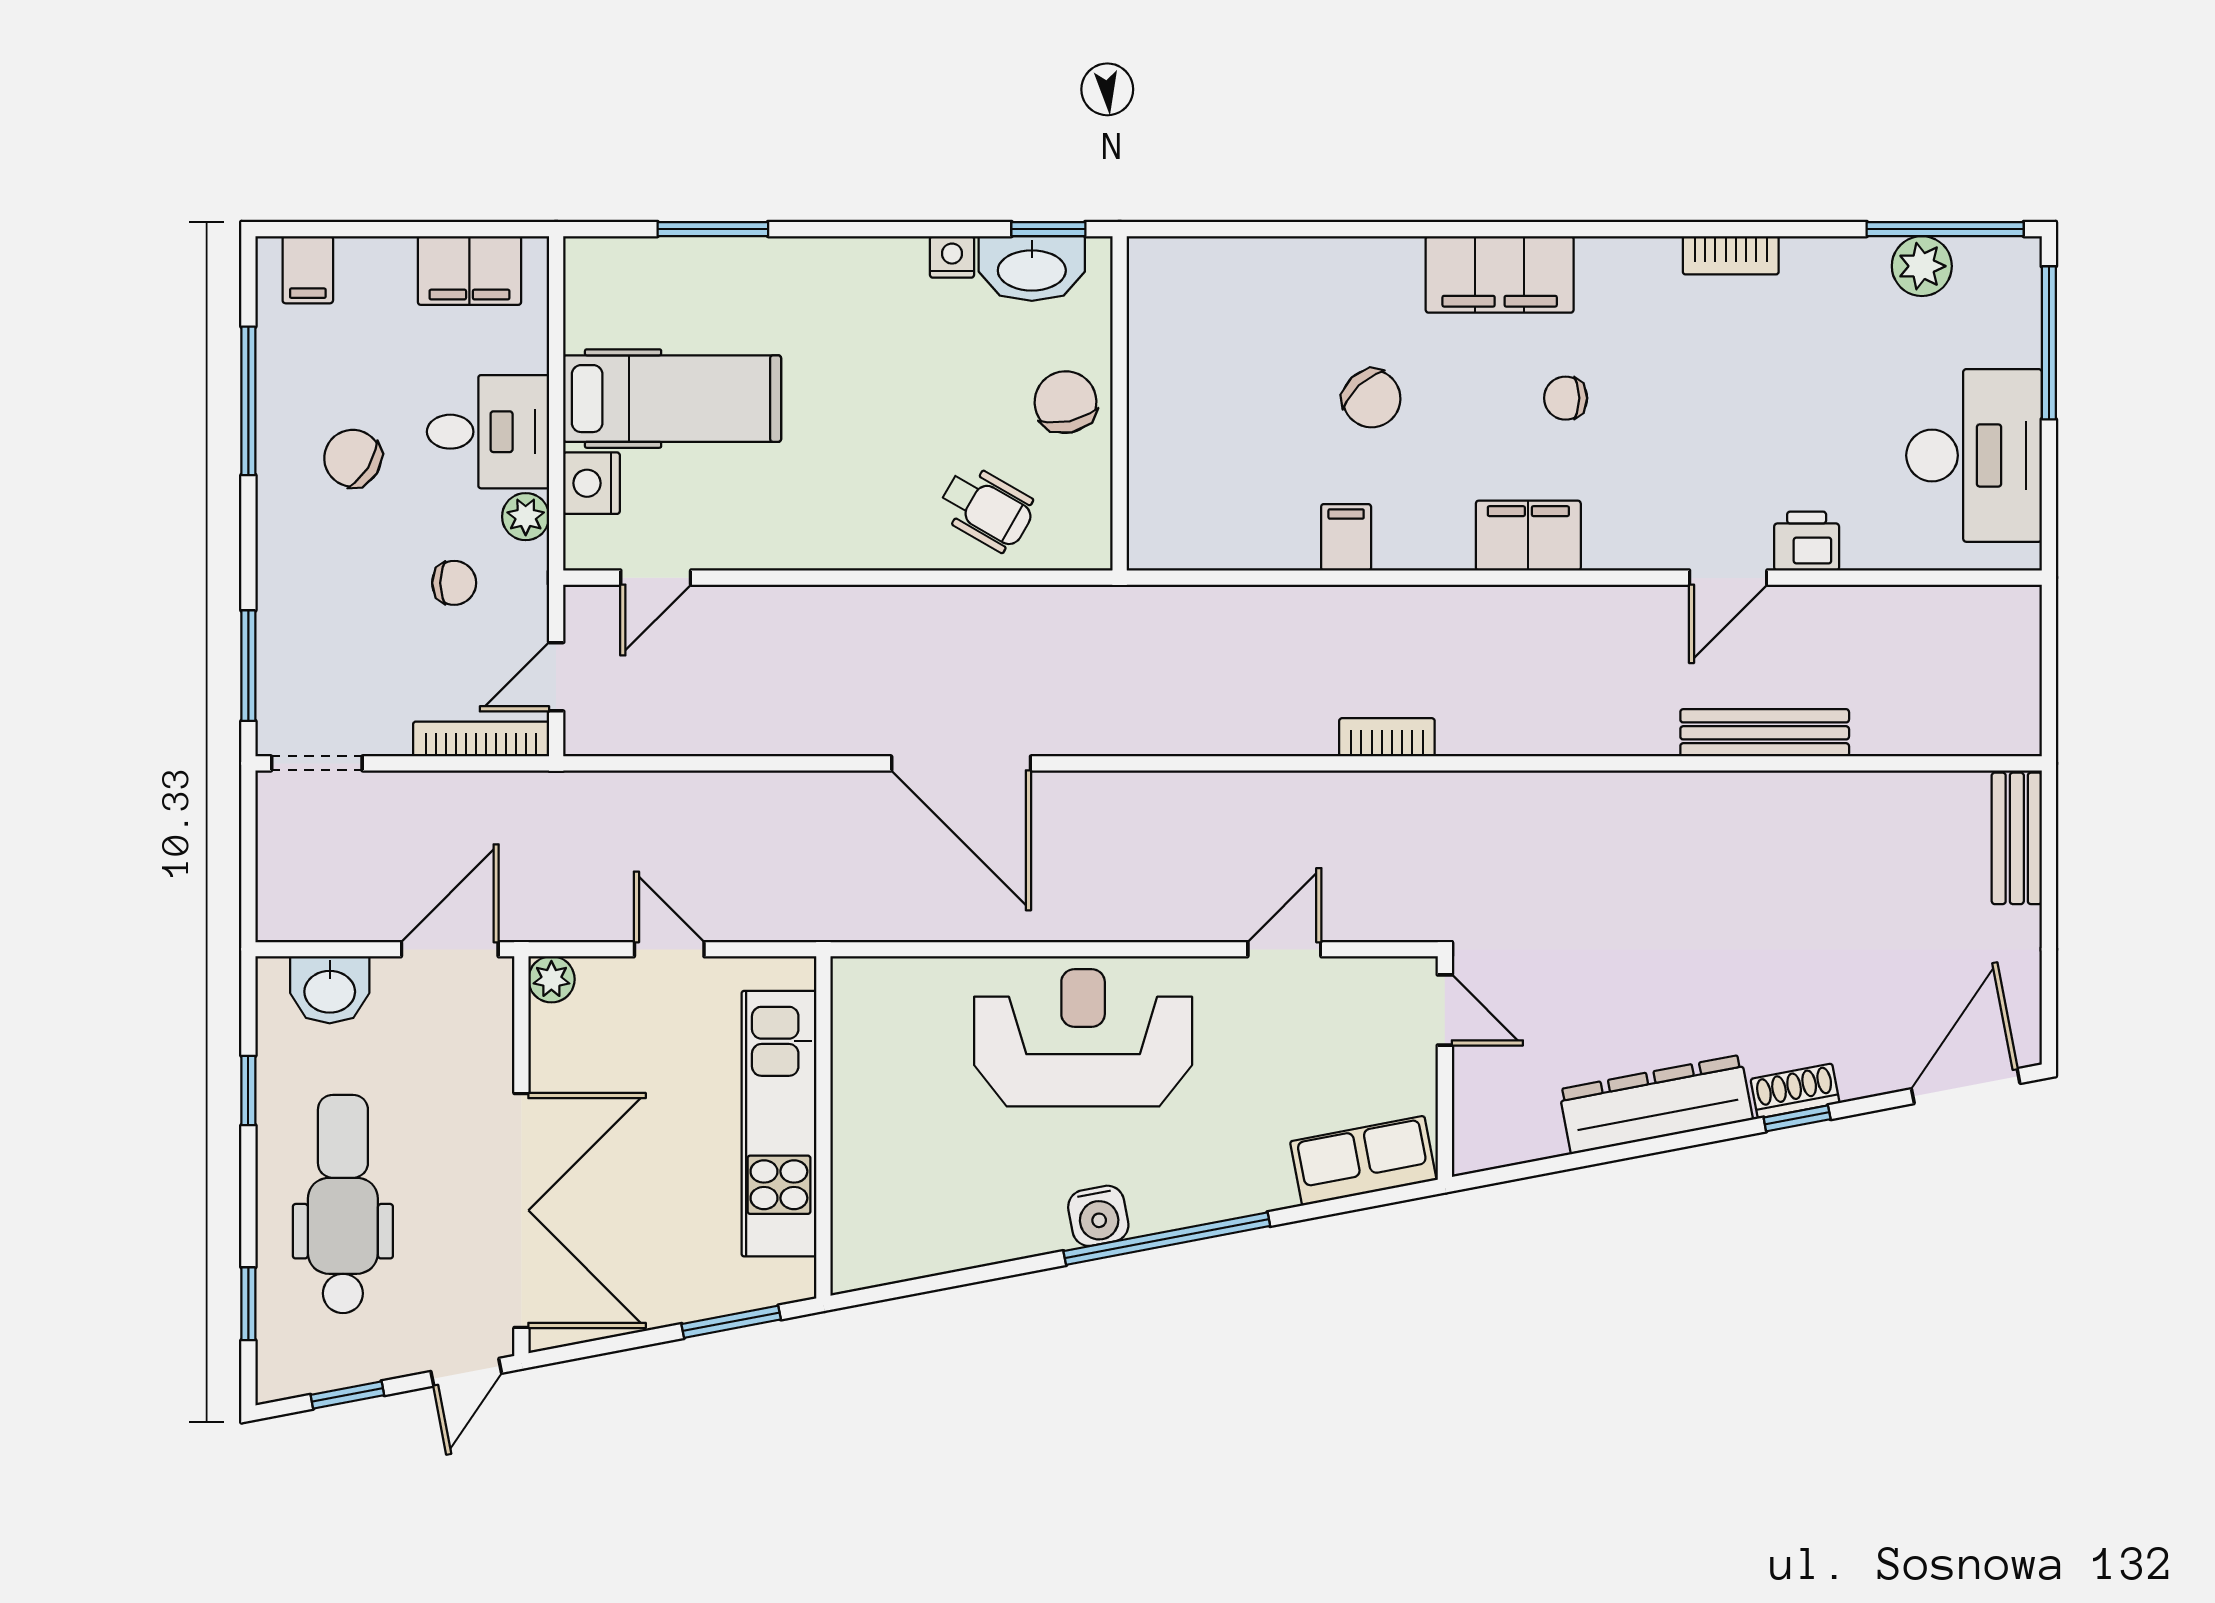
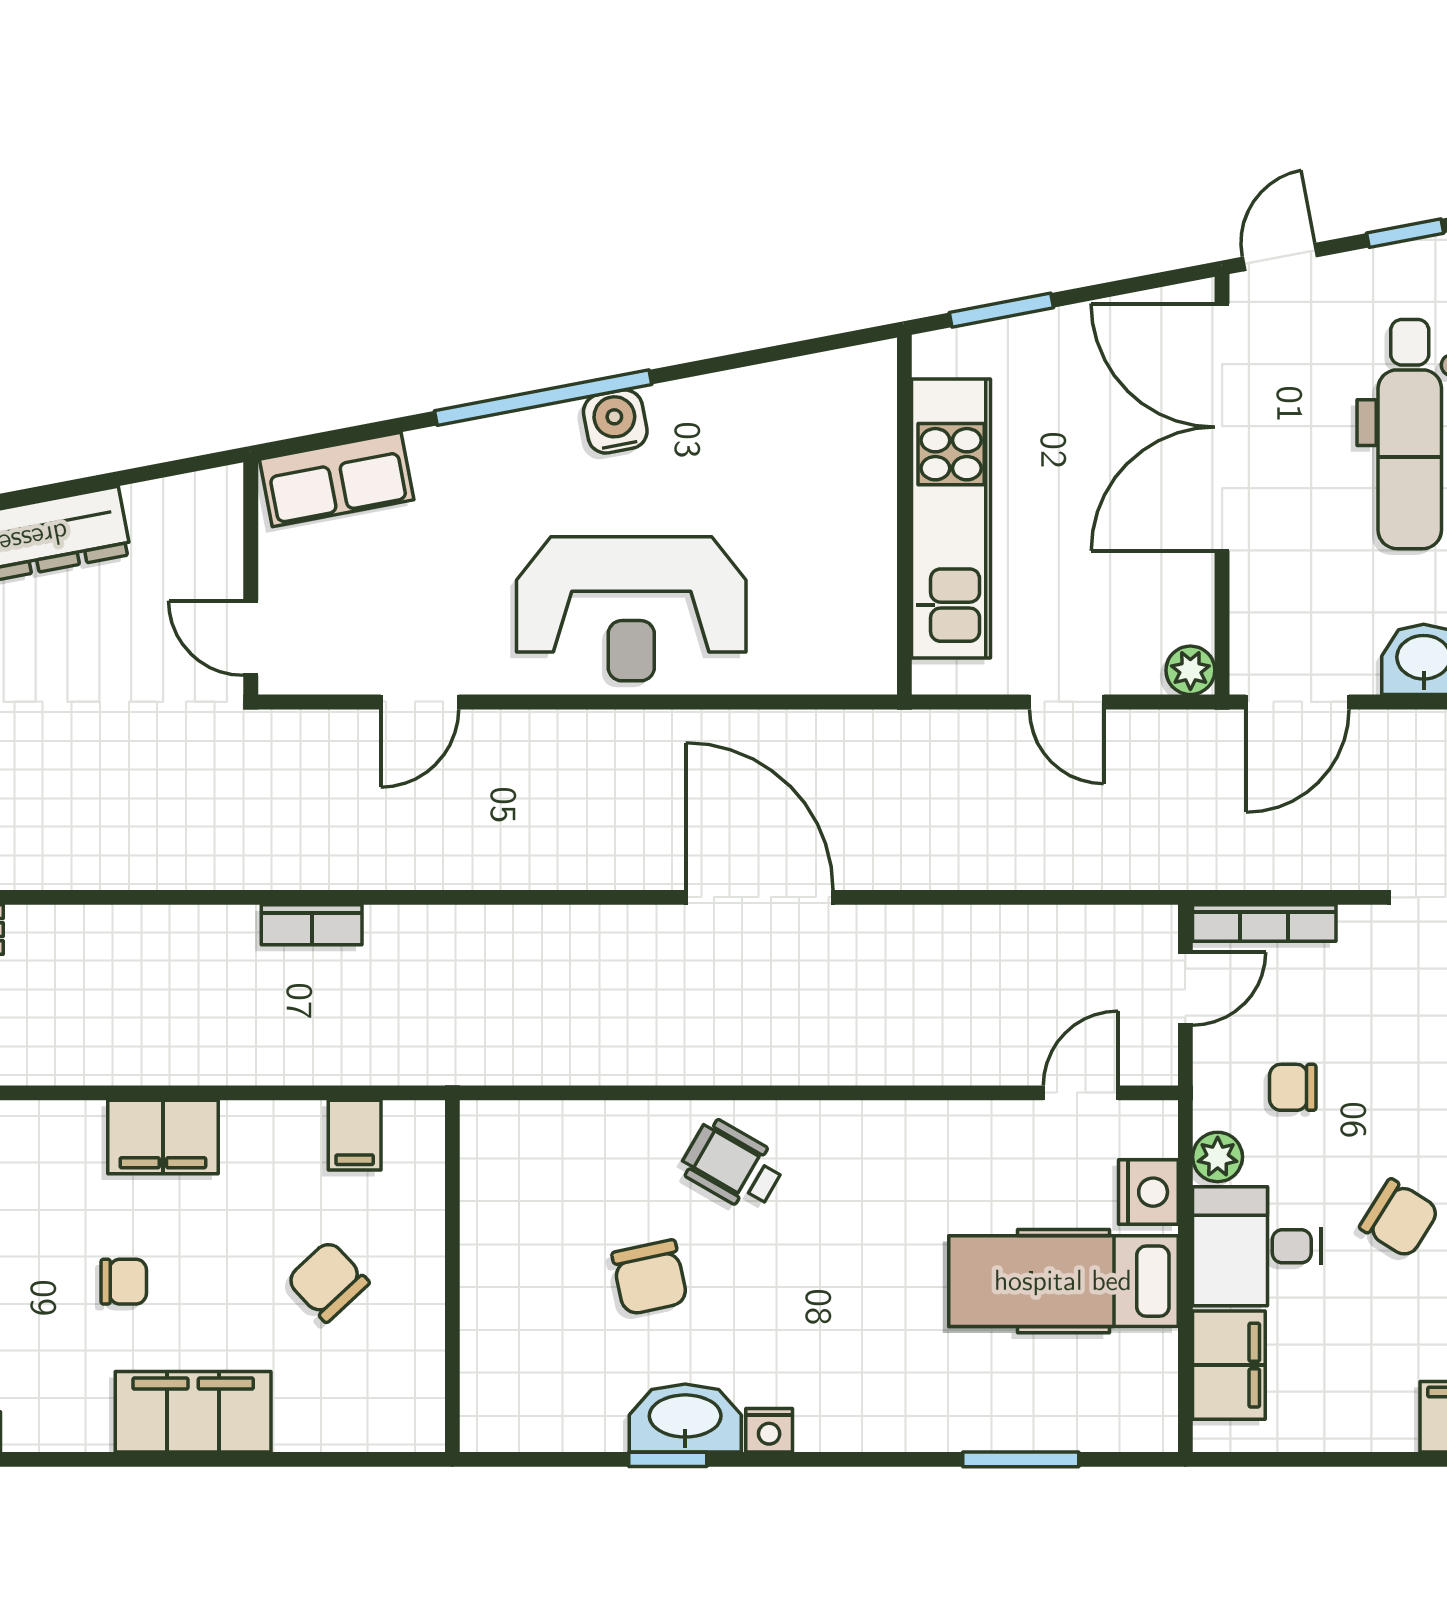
filing cabinet: (469, 270) -> (1229, 1365), moved, turned 90
wall: (1120, 403) -> (452, 1276), moved

